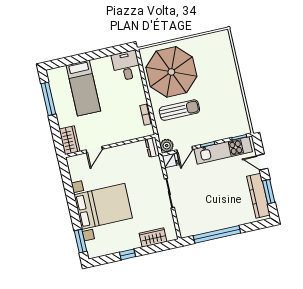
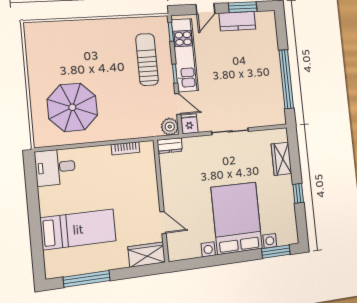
parasol: (171, 72) -> (72, 107), width x0.73, depth x0.73
sun lounger: (179, 110) -> (147, 60), moved
kitchen counter: (258, 196) -> (237, 21), width x0.67

